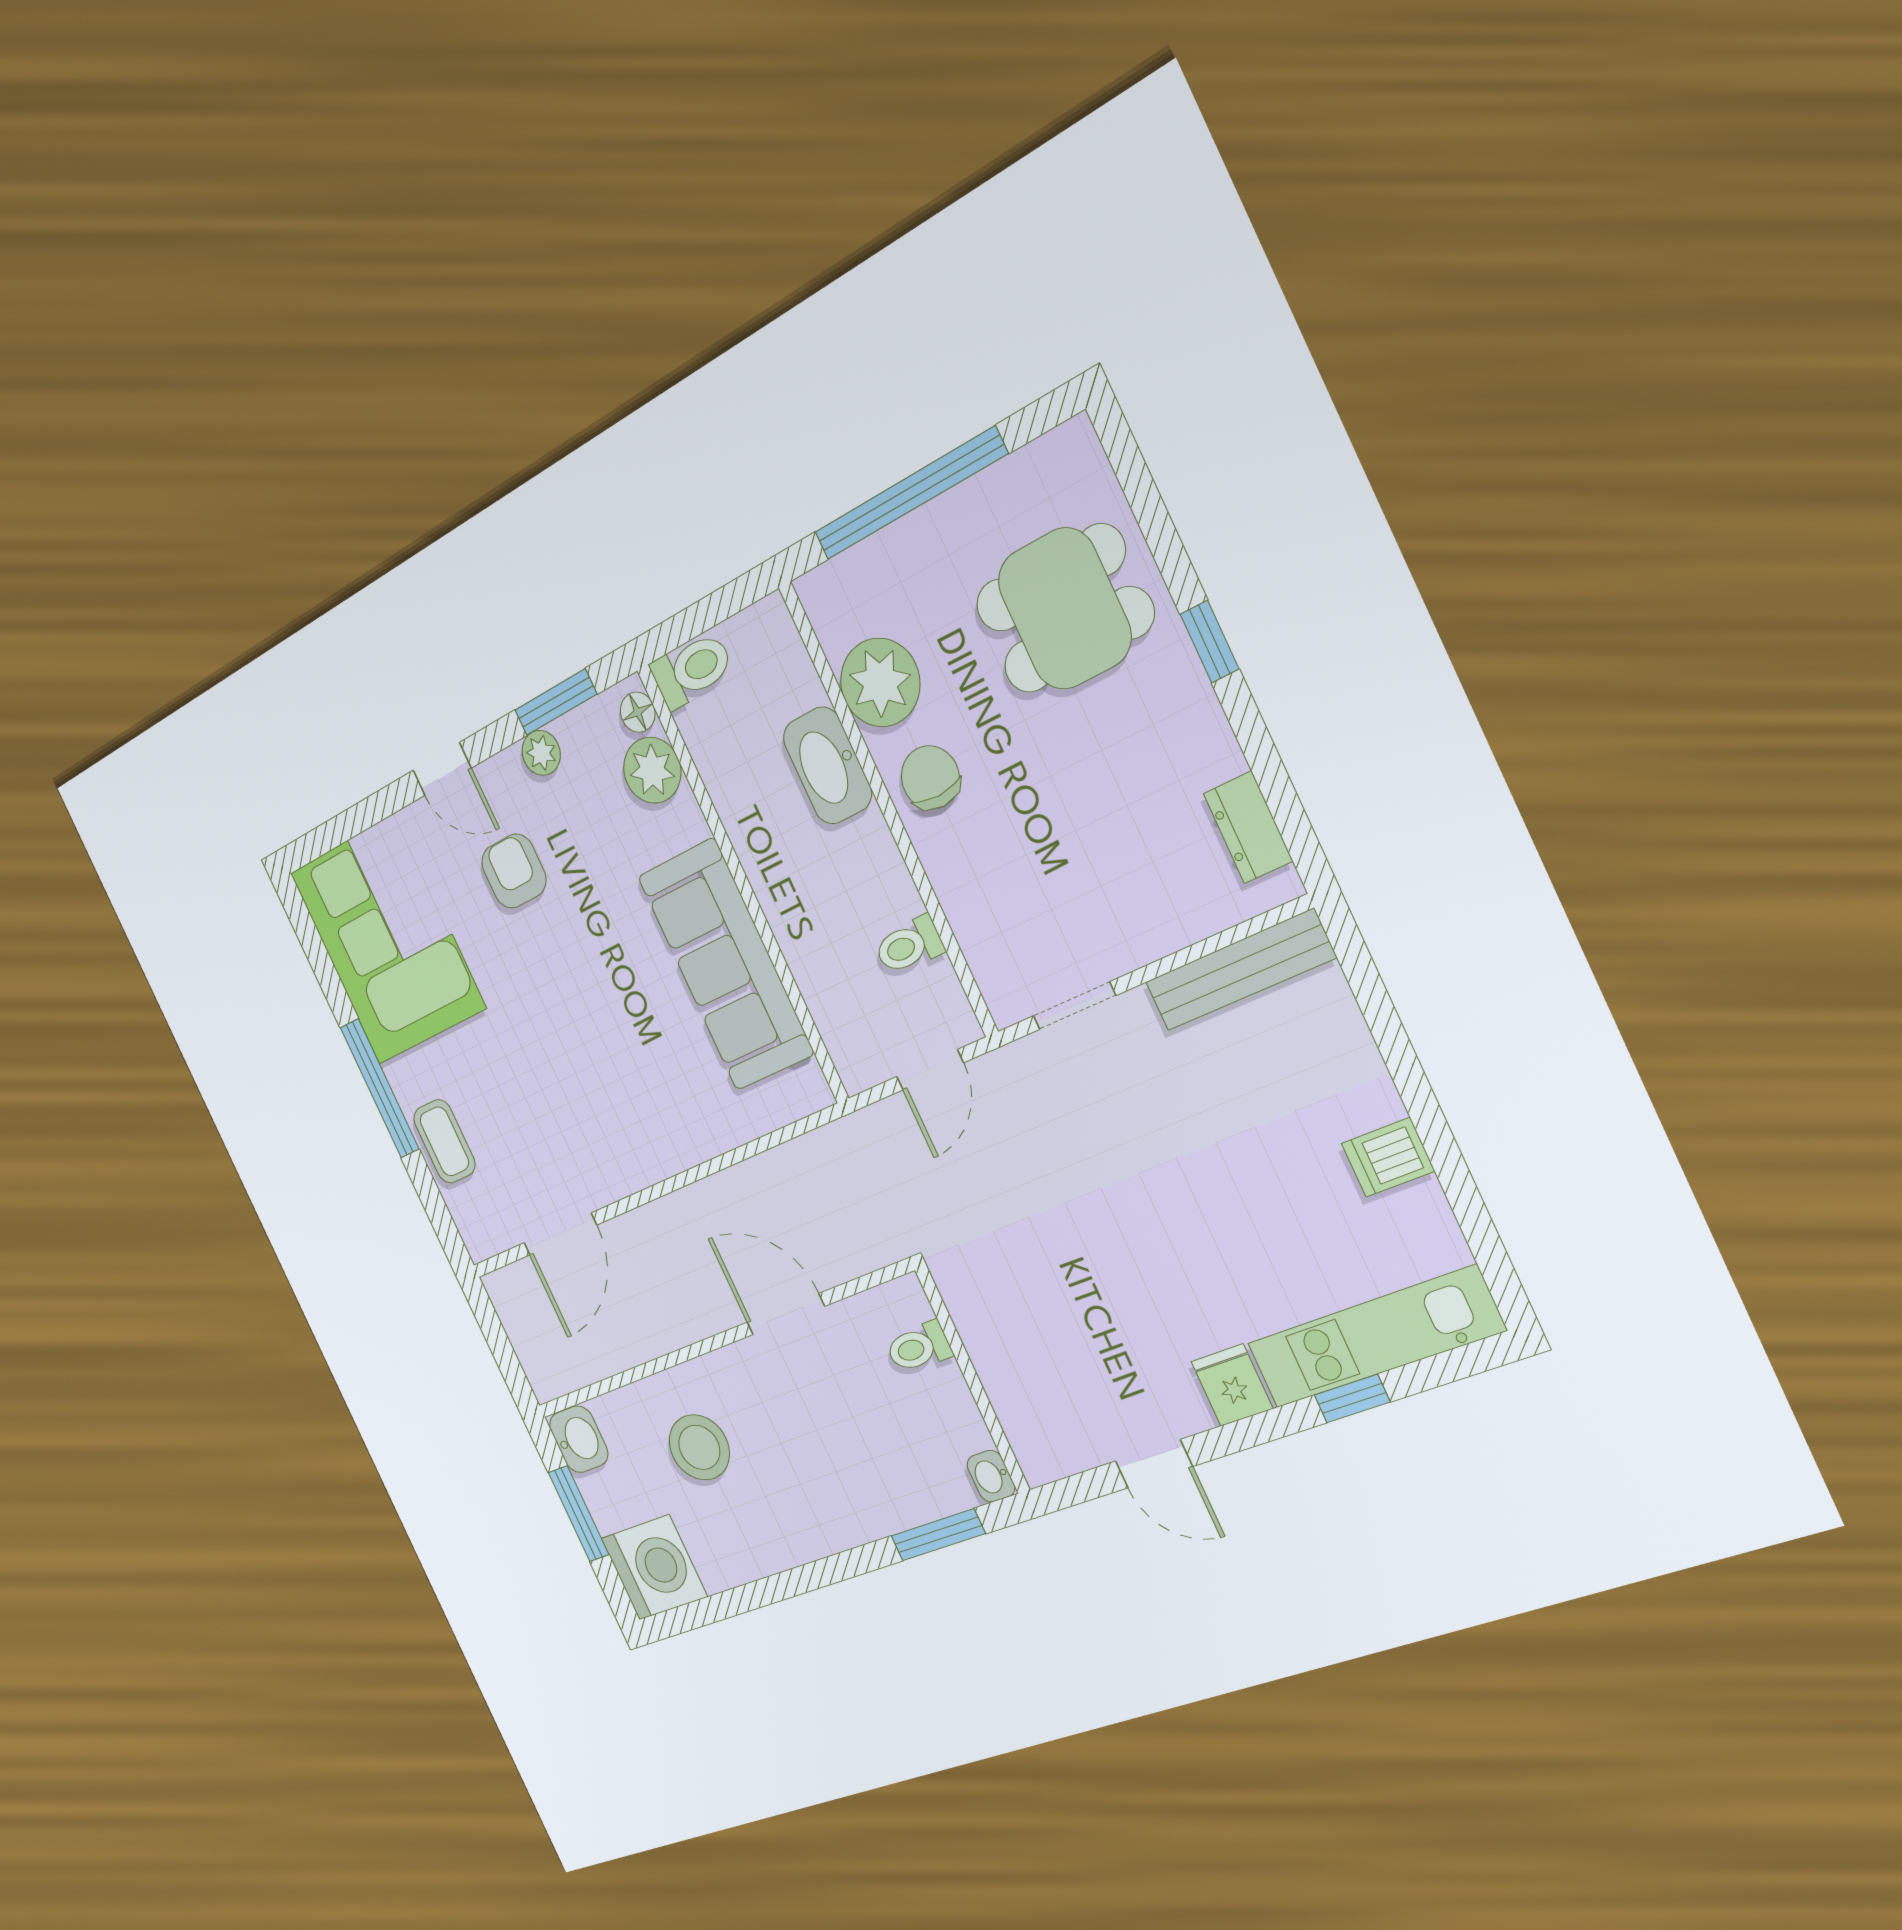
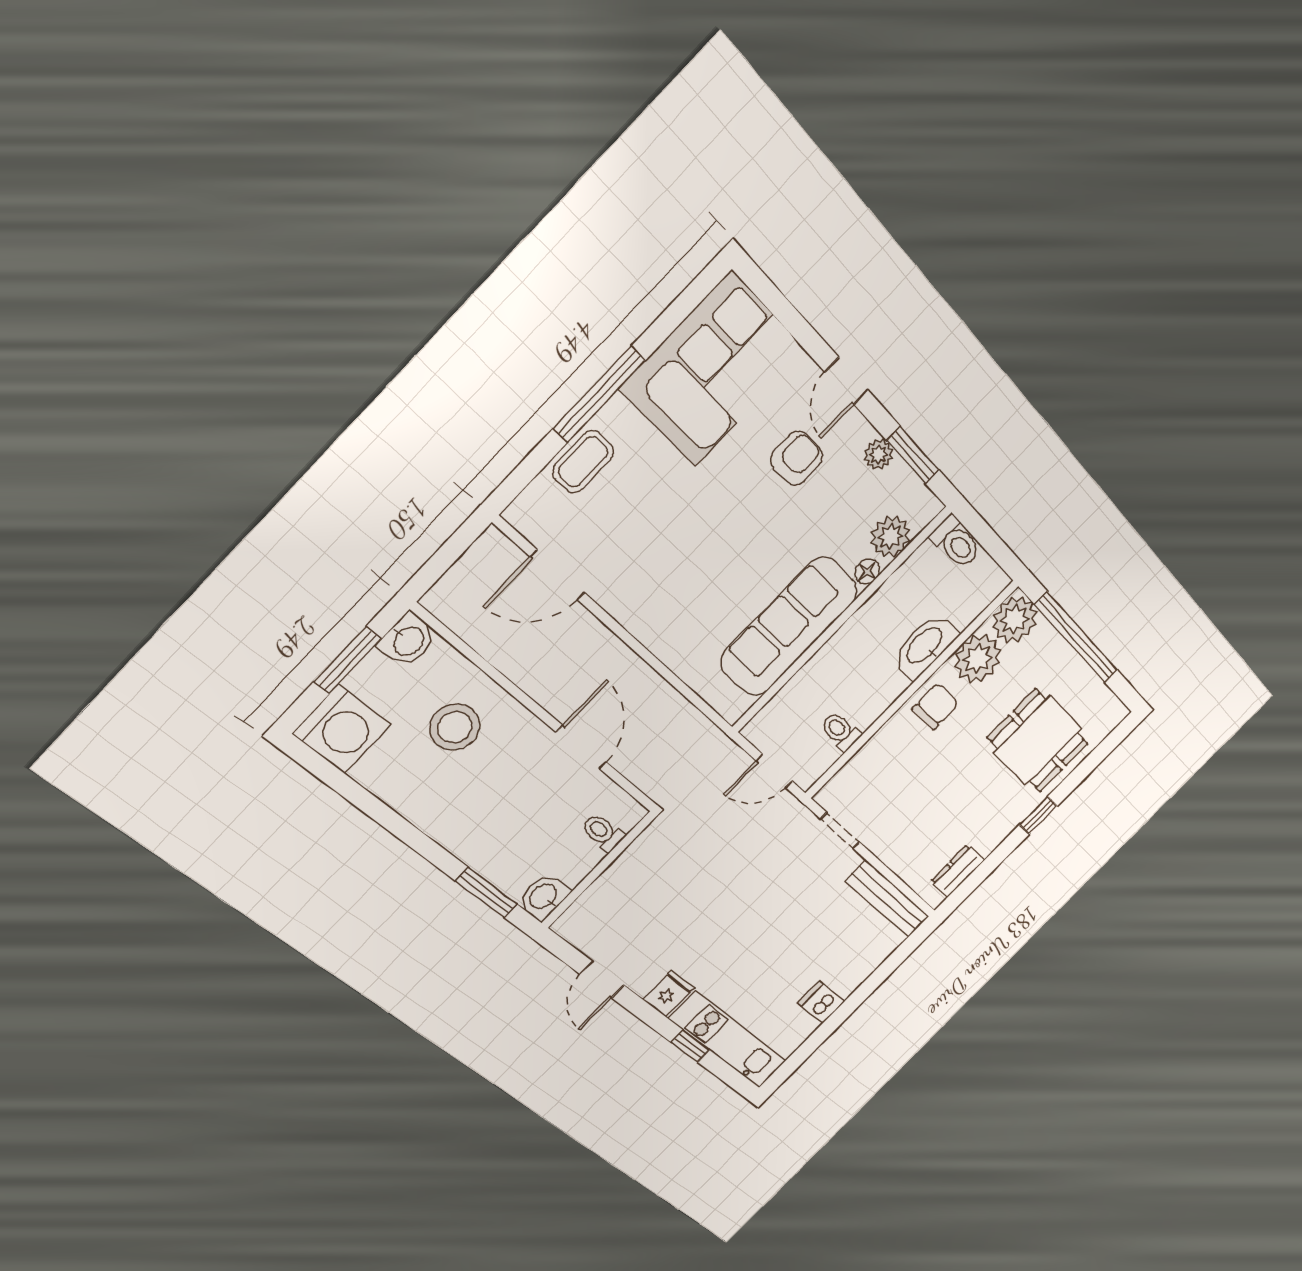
plant: (840, 601) -> (1015, 620), added
floor lamp: (638, 712) -> (867, 572), moved
washbasin: (991, 1476) -> (544, 897), width x1.38, depth x1.45

